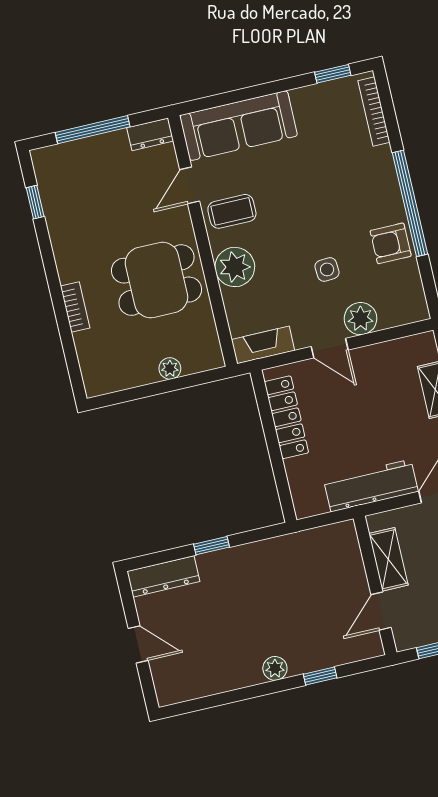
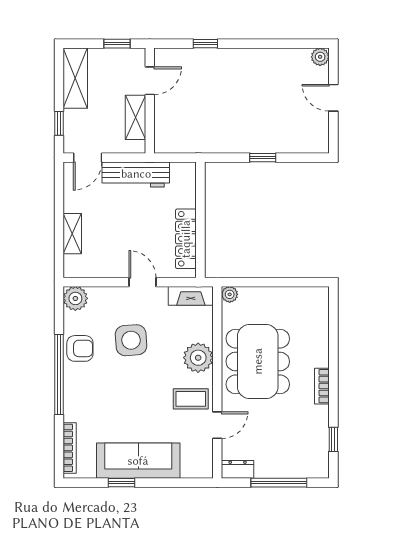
window: (333, 74) -> (121, 483), moved
sofa: (238, 126) -> (138, 461), moved
side table: (327, 269) -> (131, 340), width x1.87, depth x1.87
dining table: (156, 280) -> (258, 361), width x1.38
bookcase: (75, 307) -> (322, 386), moved
plant: (360, 319) -> (75, 298), moved
plant: (170, 368) -> (230, 294), moved
dresser: (163, 576) -> (303, 143), removed
plant: (275, 668) -> (320, 57), moved

